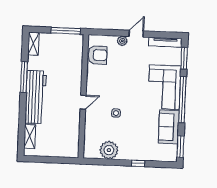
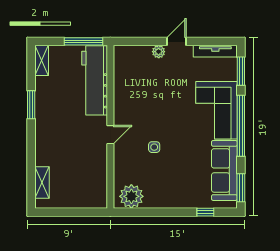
armchair: (98, 55) -> (127, 72), removed
window: (24, 77) -> (31, 105), width x0.69
workbench: (36, 97) -> (95, 80), moved, turned 180
sofa: (169, 127) -> (224, 170), width x1.36
plant: (109, 150) -> (131, 196), moved
window: (138, 163) -> (205, 212), moved

